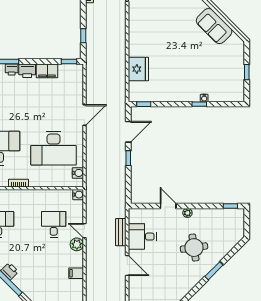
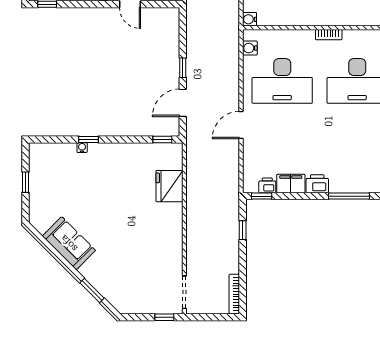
printer: (12, 70) -> (267, 185), moved
desk: (54, 148) -> (282, 81), turned 180

